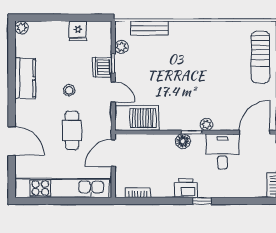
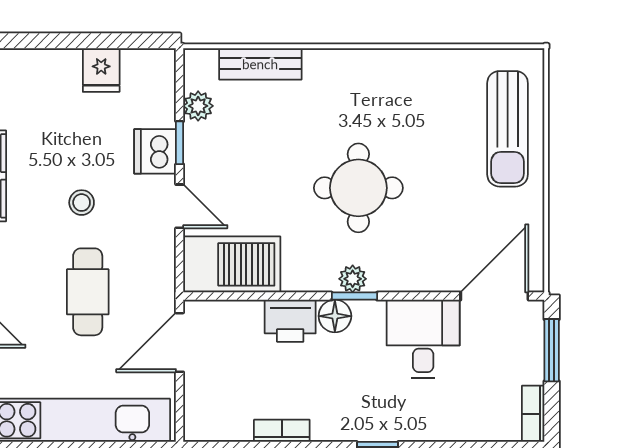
round table: (193, 84) -> (358, 188), added
plant: (206, 124) -> (353, 279), moved
printer: (186, 188) -> (290, 321), moved, turned 180
bookcase: (138, 193) -> (282, 431), moved

